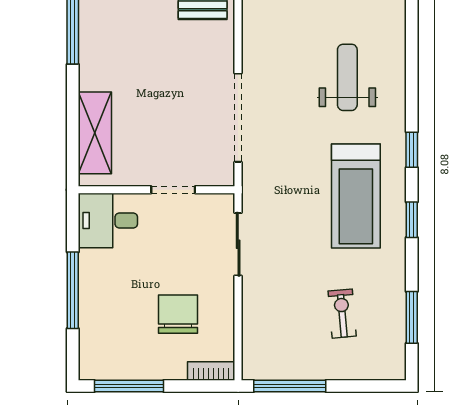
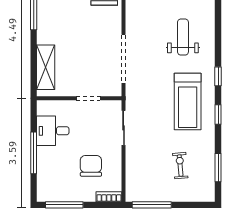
desk: (108, 221) -> (53, 131), moved

